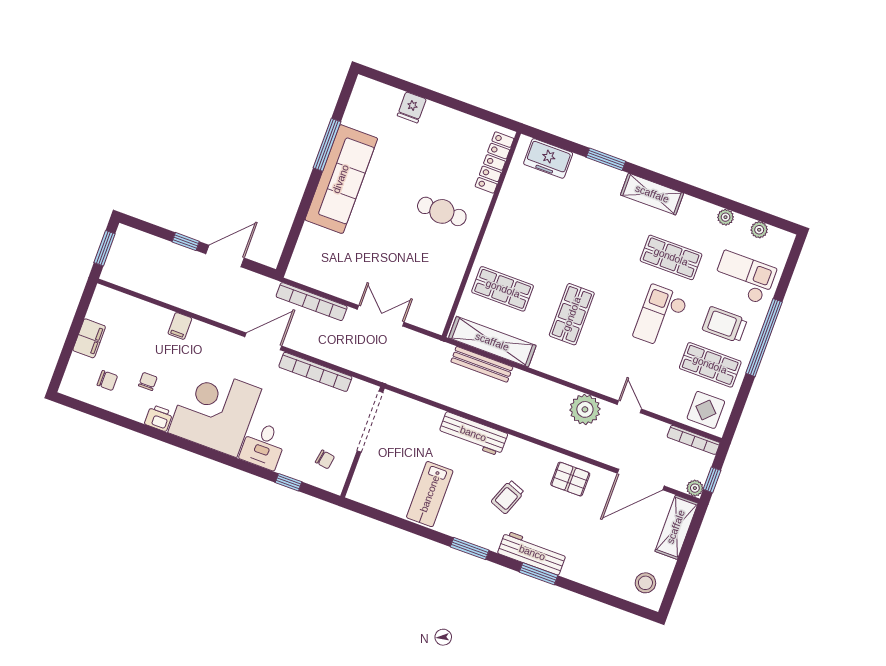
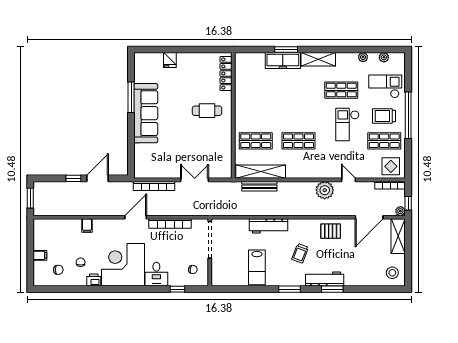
freezer: (548, 158) -> (283, 61), moved, width x1.40
shop shelf: (572, 314) -> (298, 141), turned 90
filing cabinet: (89, 338) -> (40, 255), width x0.50

